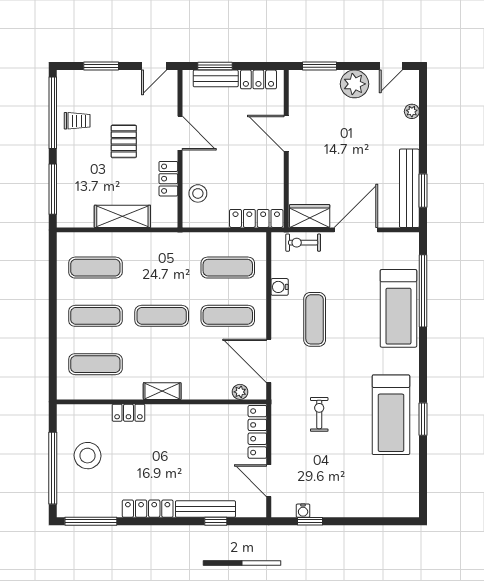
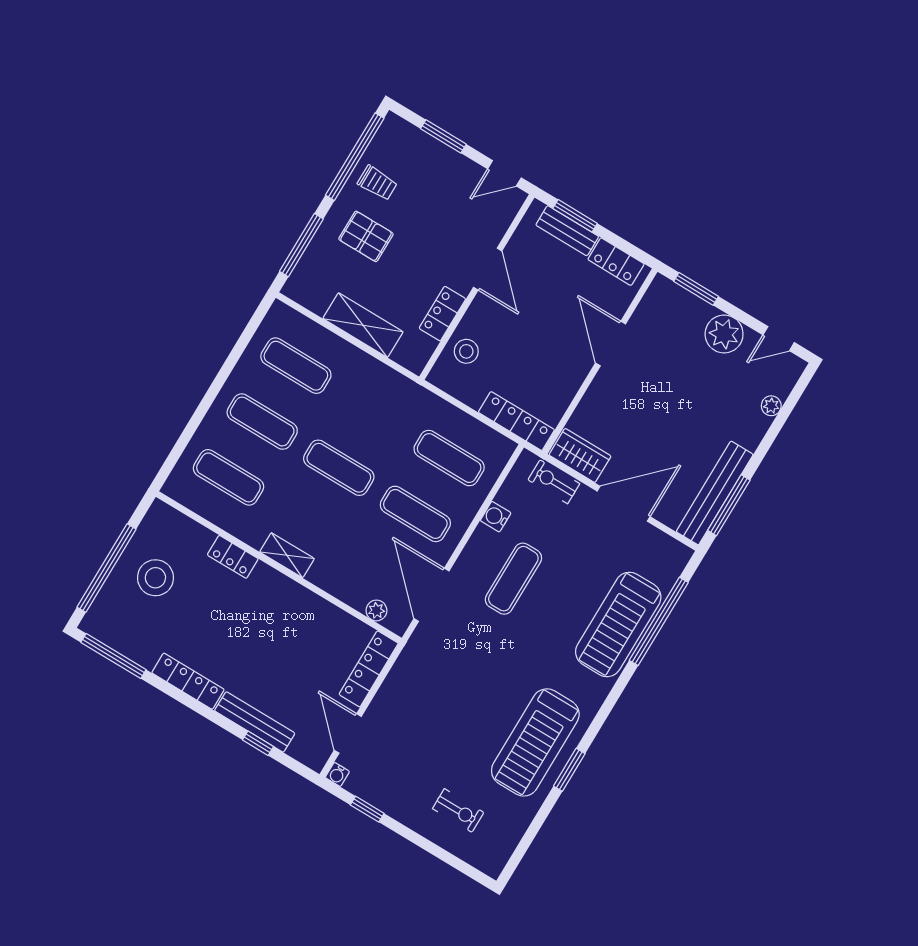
pallet: (124, 141) -> (366, 236), moved, turned 90
window: (423, 191) -> (729, 505), width x1.44
exercise bike: (319, 414) -> (458, 810), moved, turned 90
water cooler: (303, 511) -> (337, 774), moved

